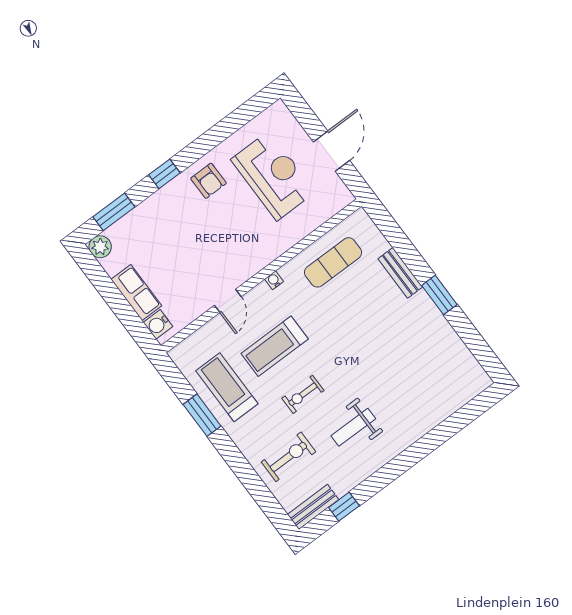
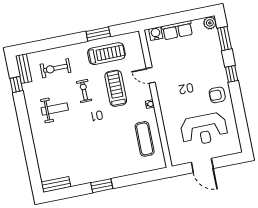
bench: (400, 273) -> (56, 184), moved
weight bench: (353, 427) -> (55, 109), turned 90
exercise bike: (288, 457) -> (56, 68), turned 90

